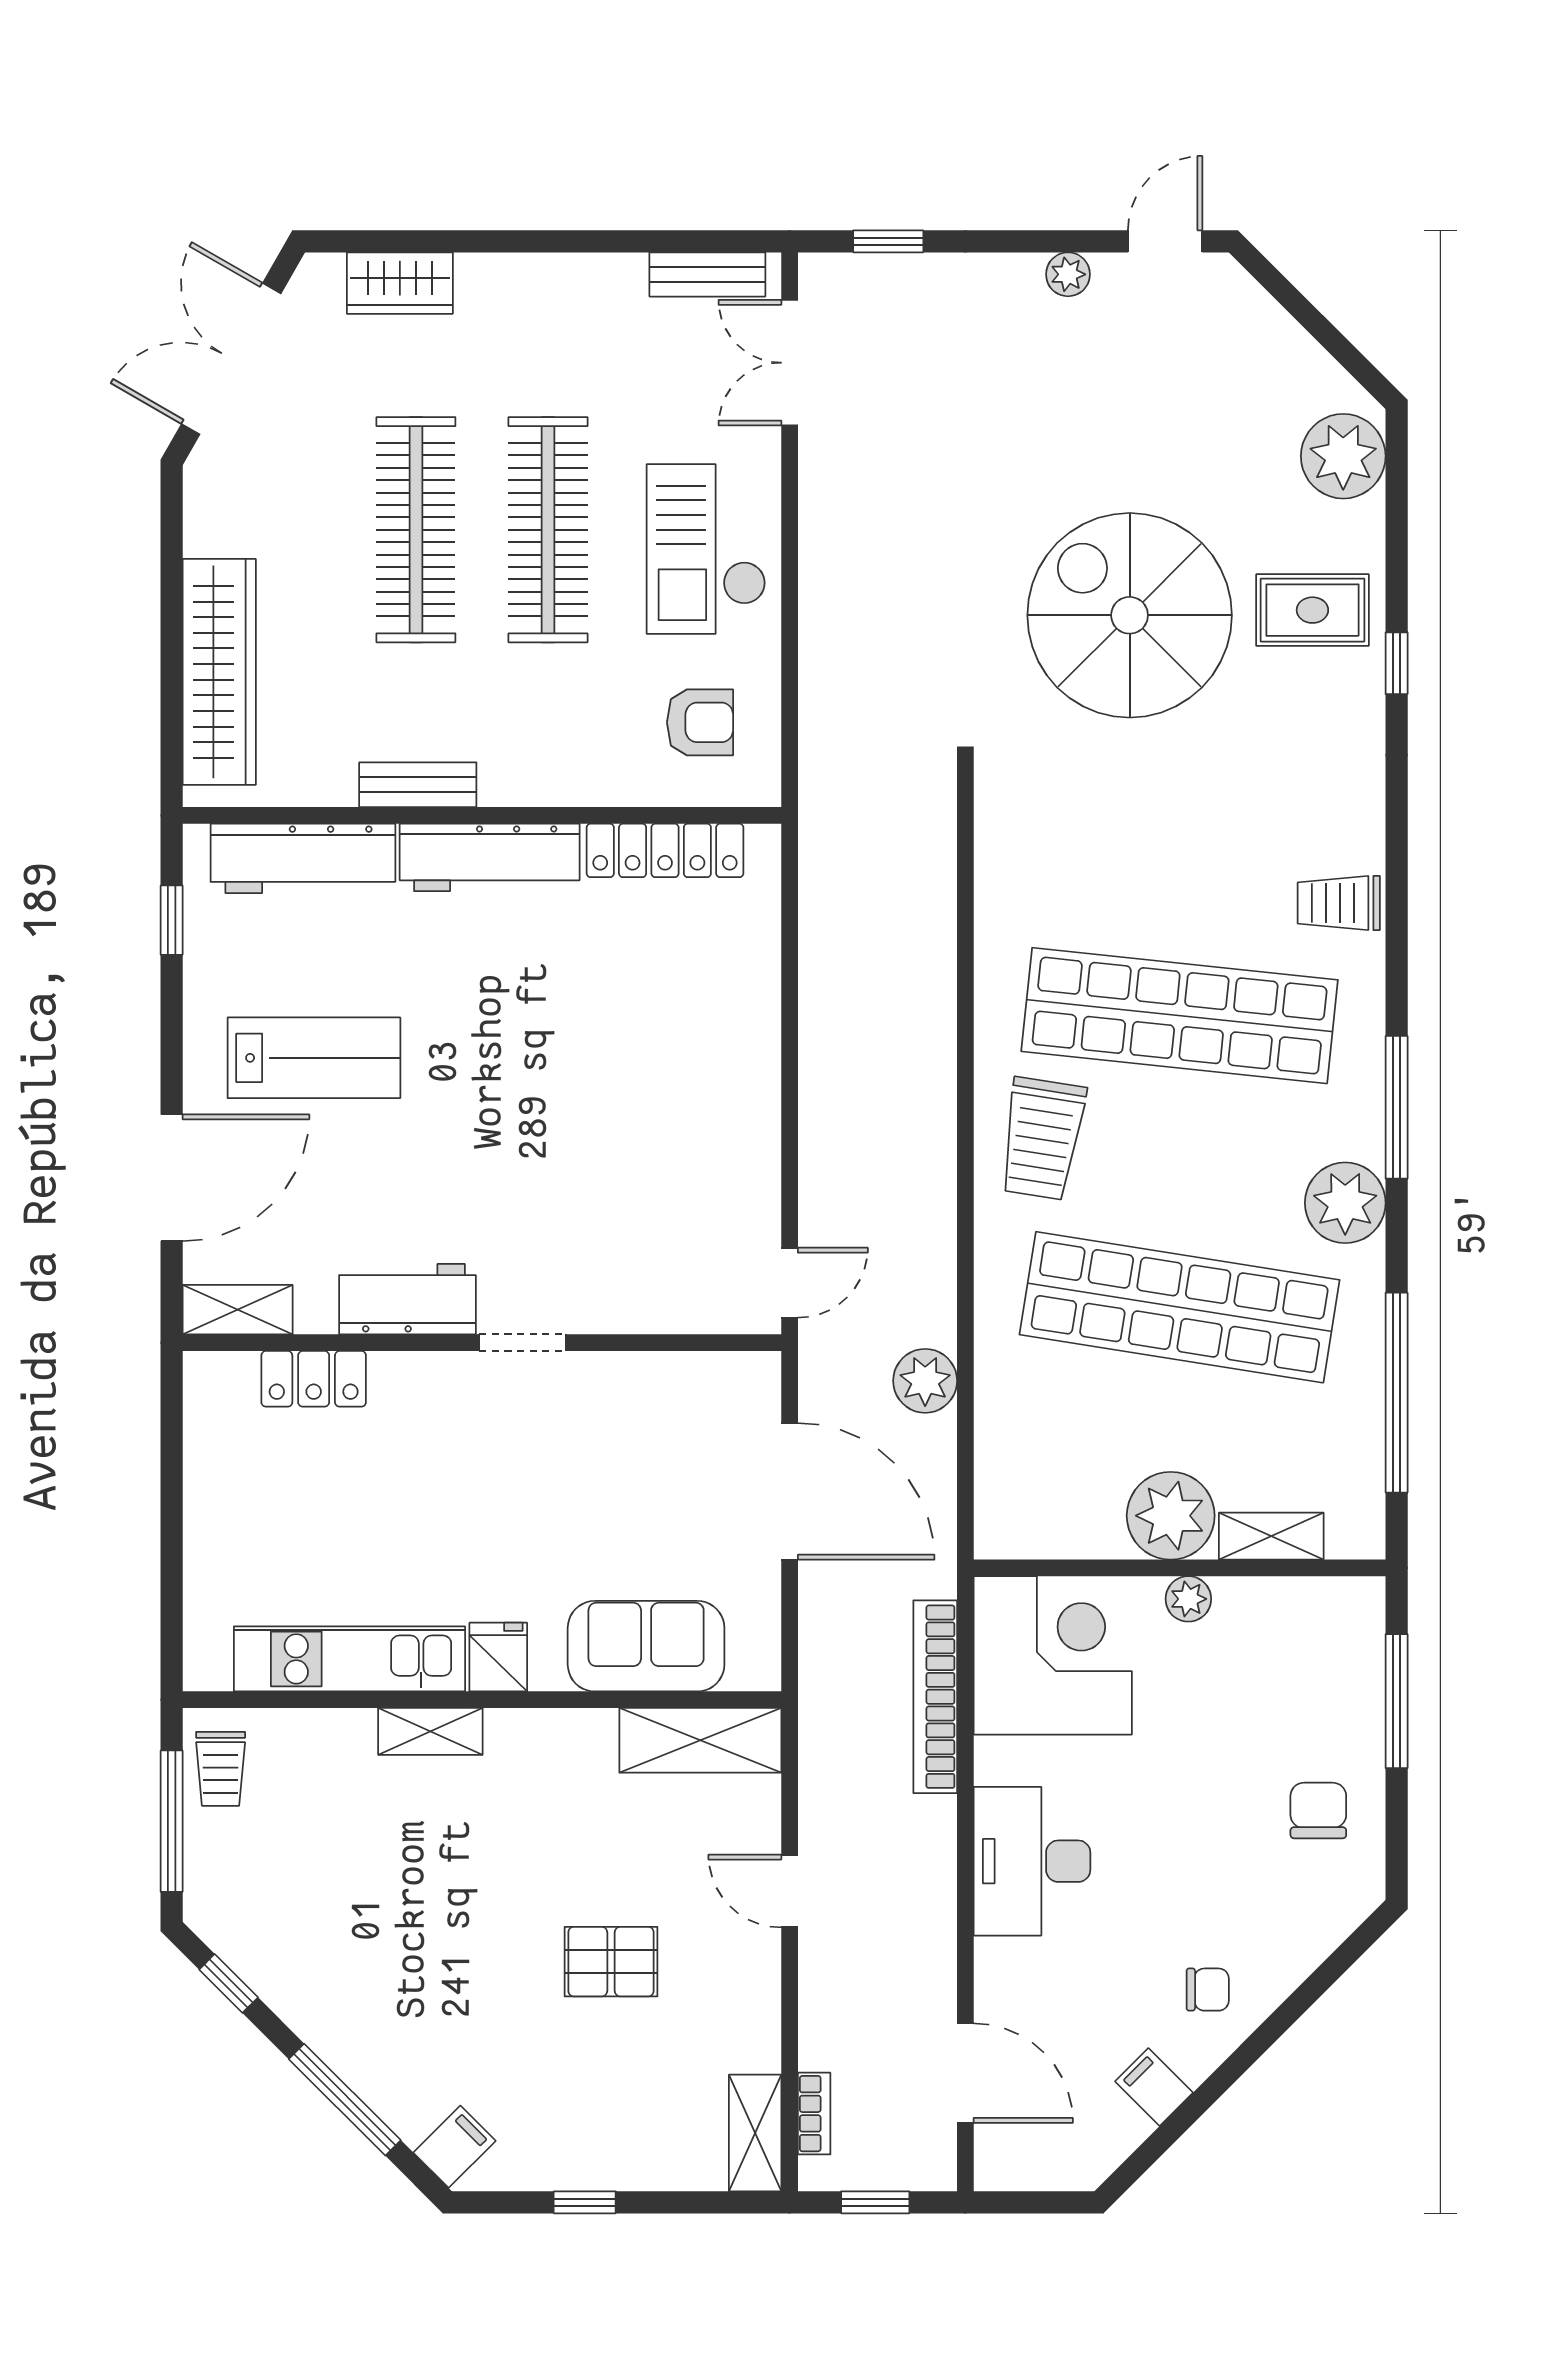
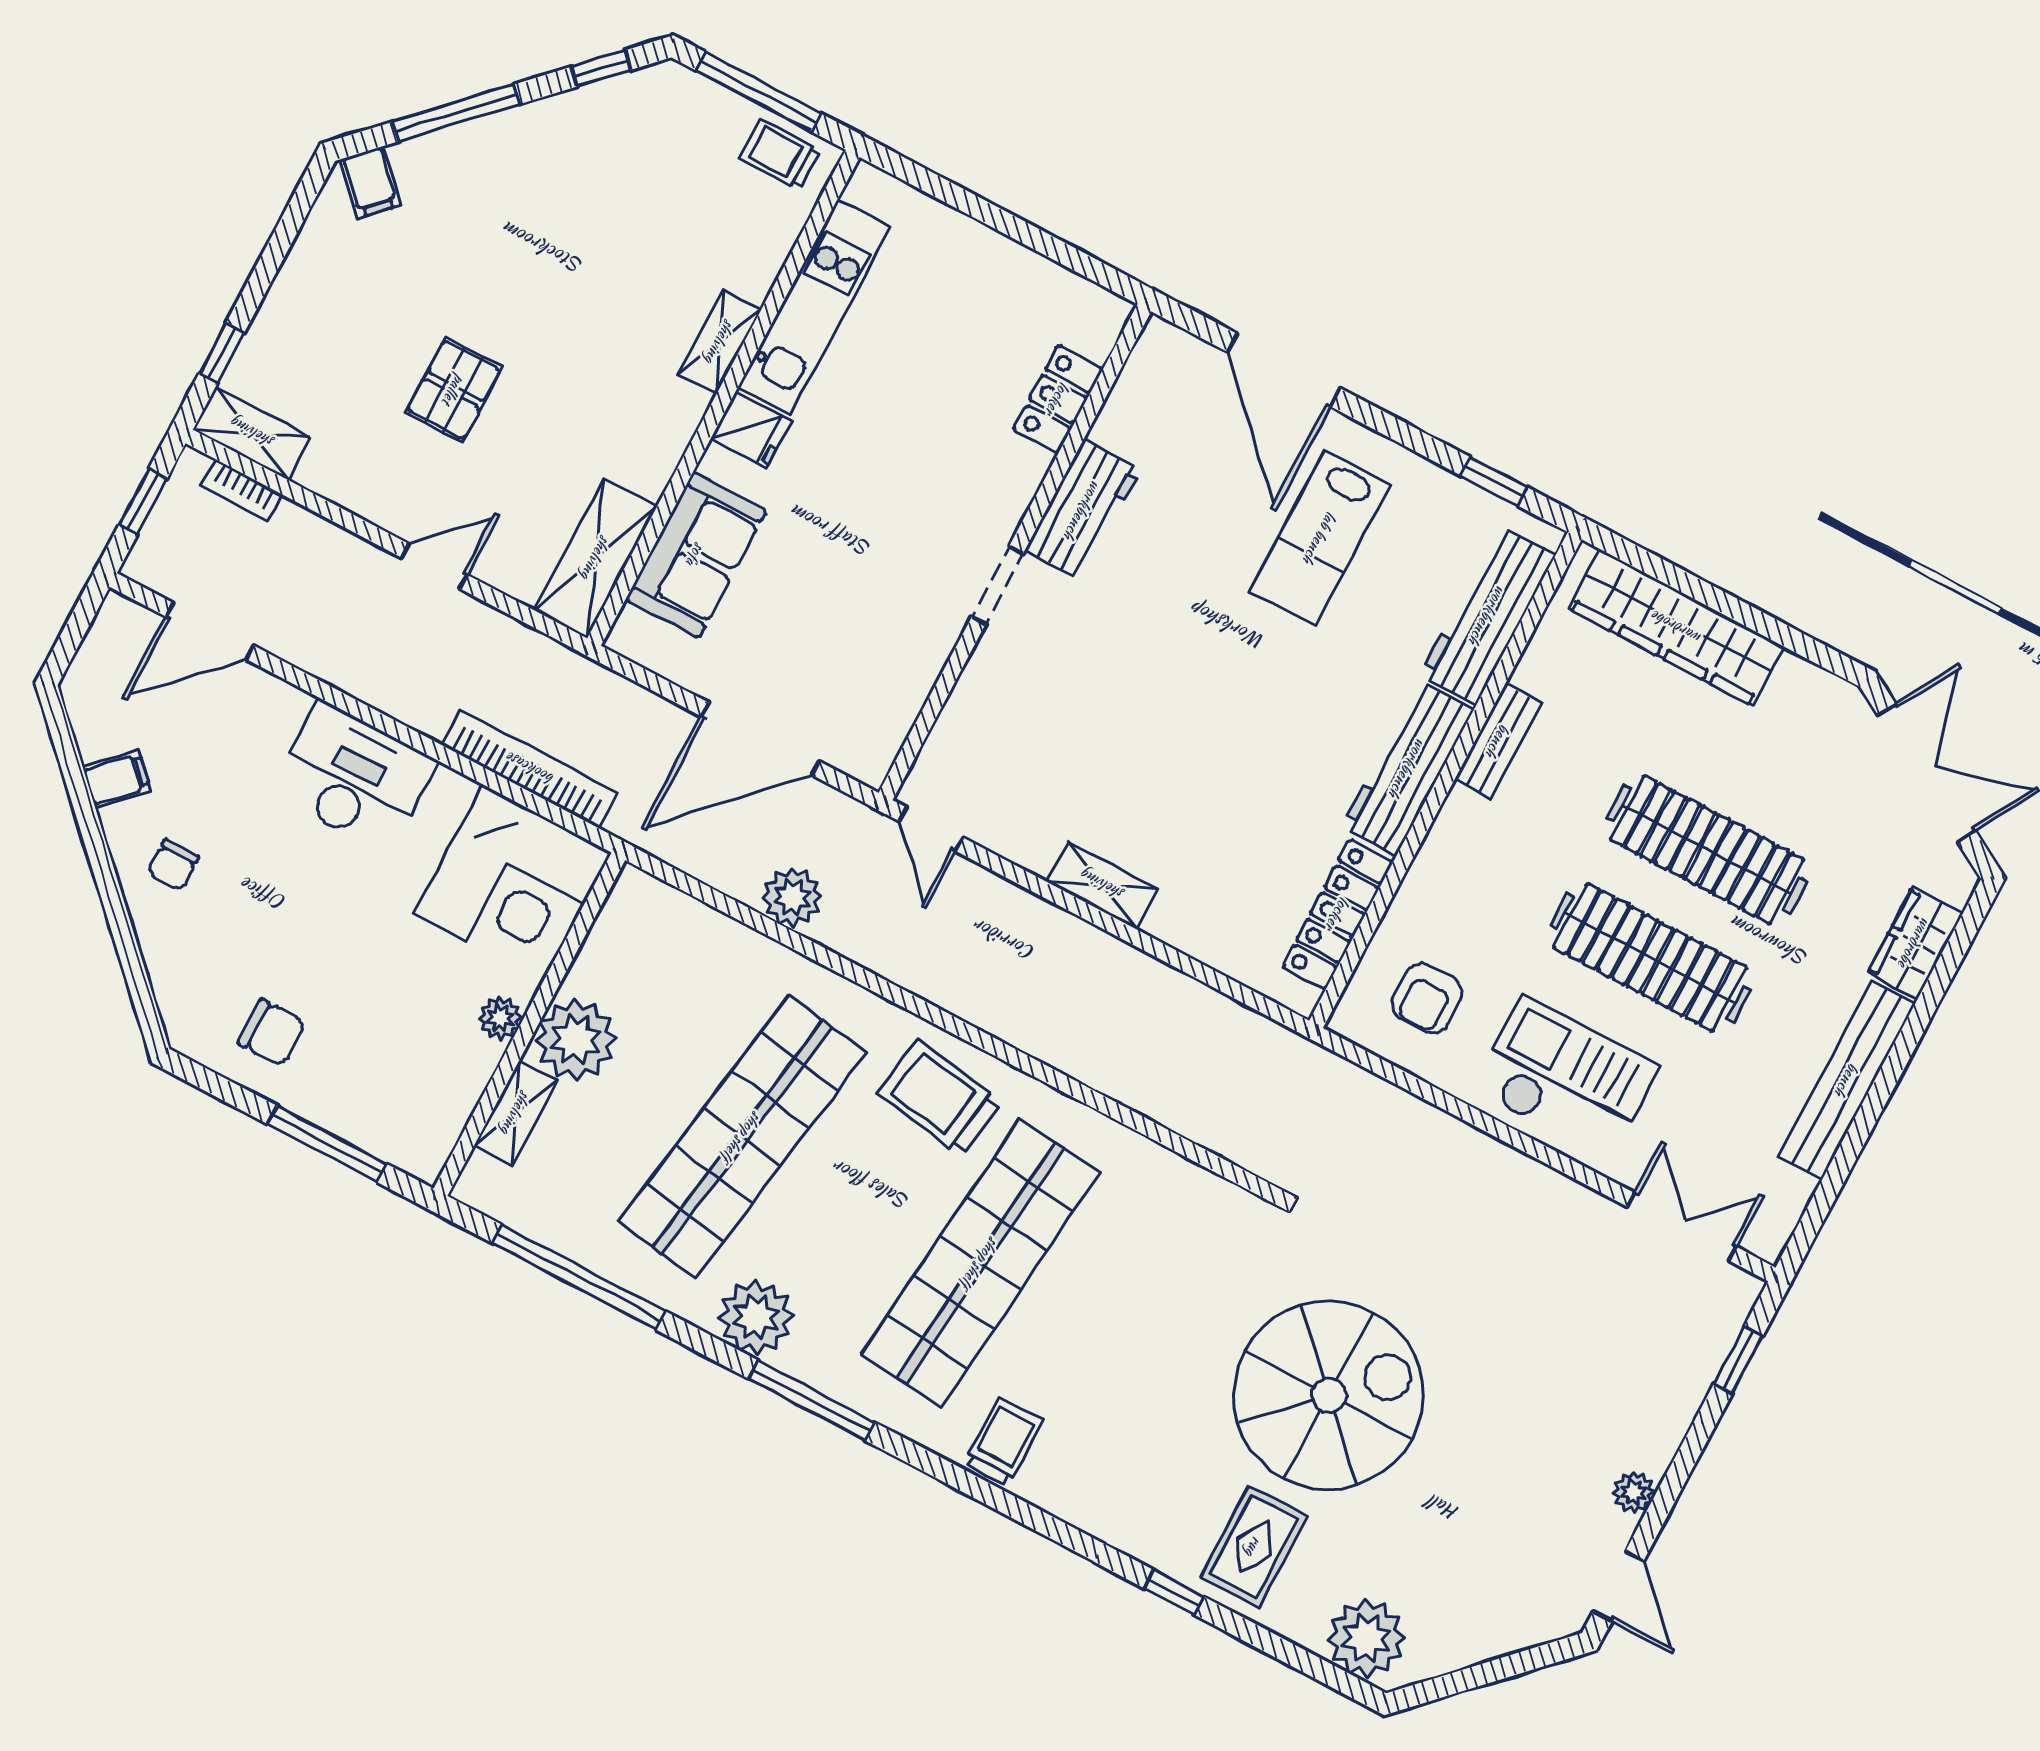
bench: (707, 274) -> (1847, 1080), moved, width x1.86, depth x1.21
shelving: (238, 1310) -> (1102, 885), moved, turned 90
window: (585, 2202) -> (222, 353), moved

